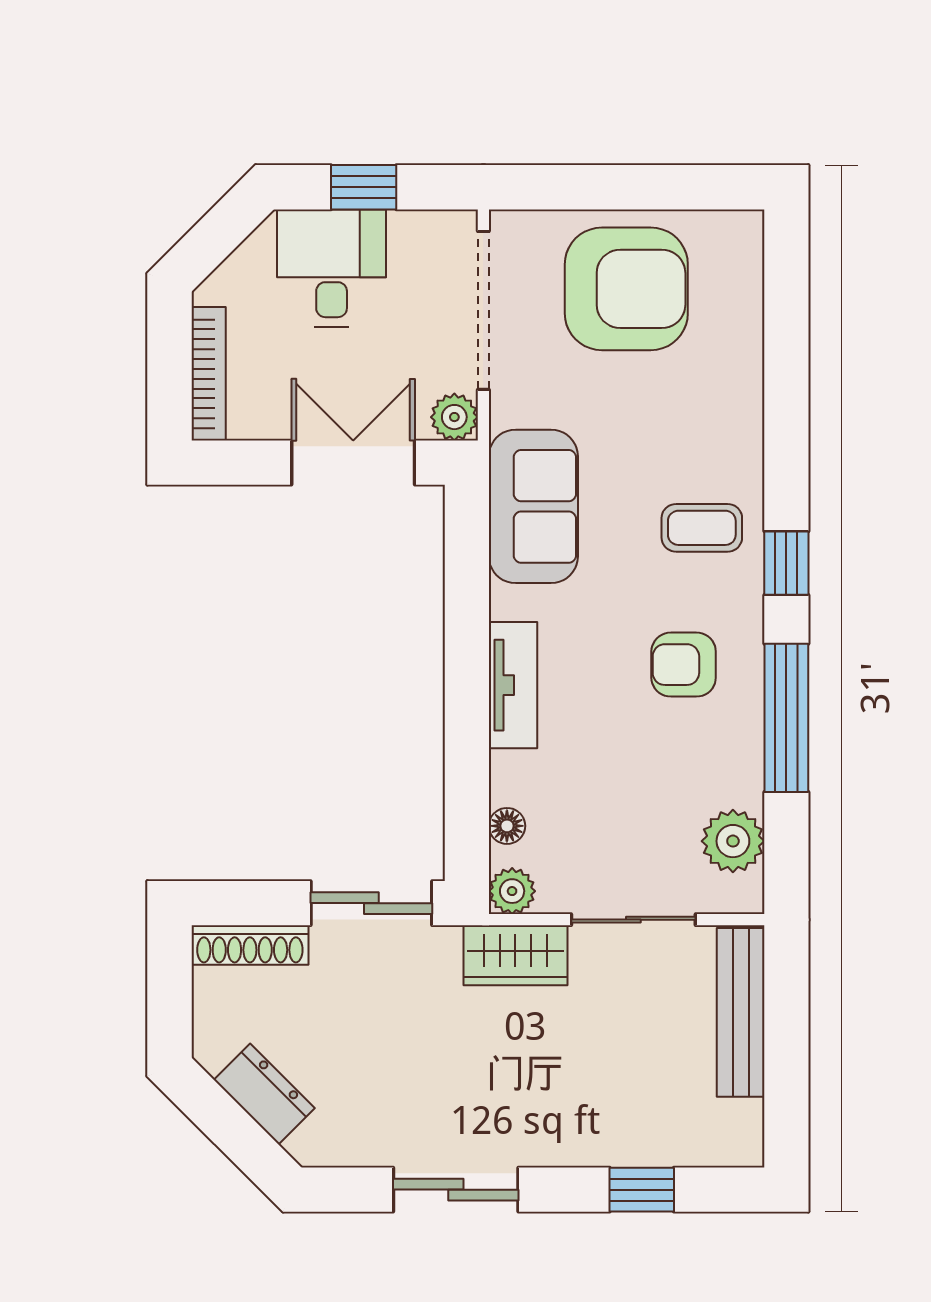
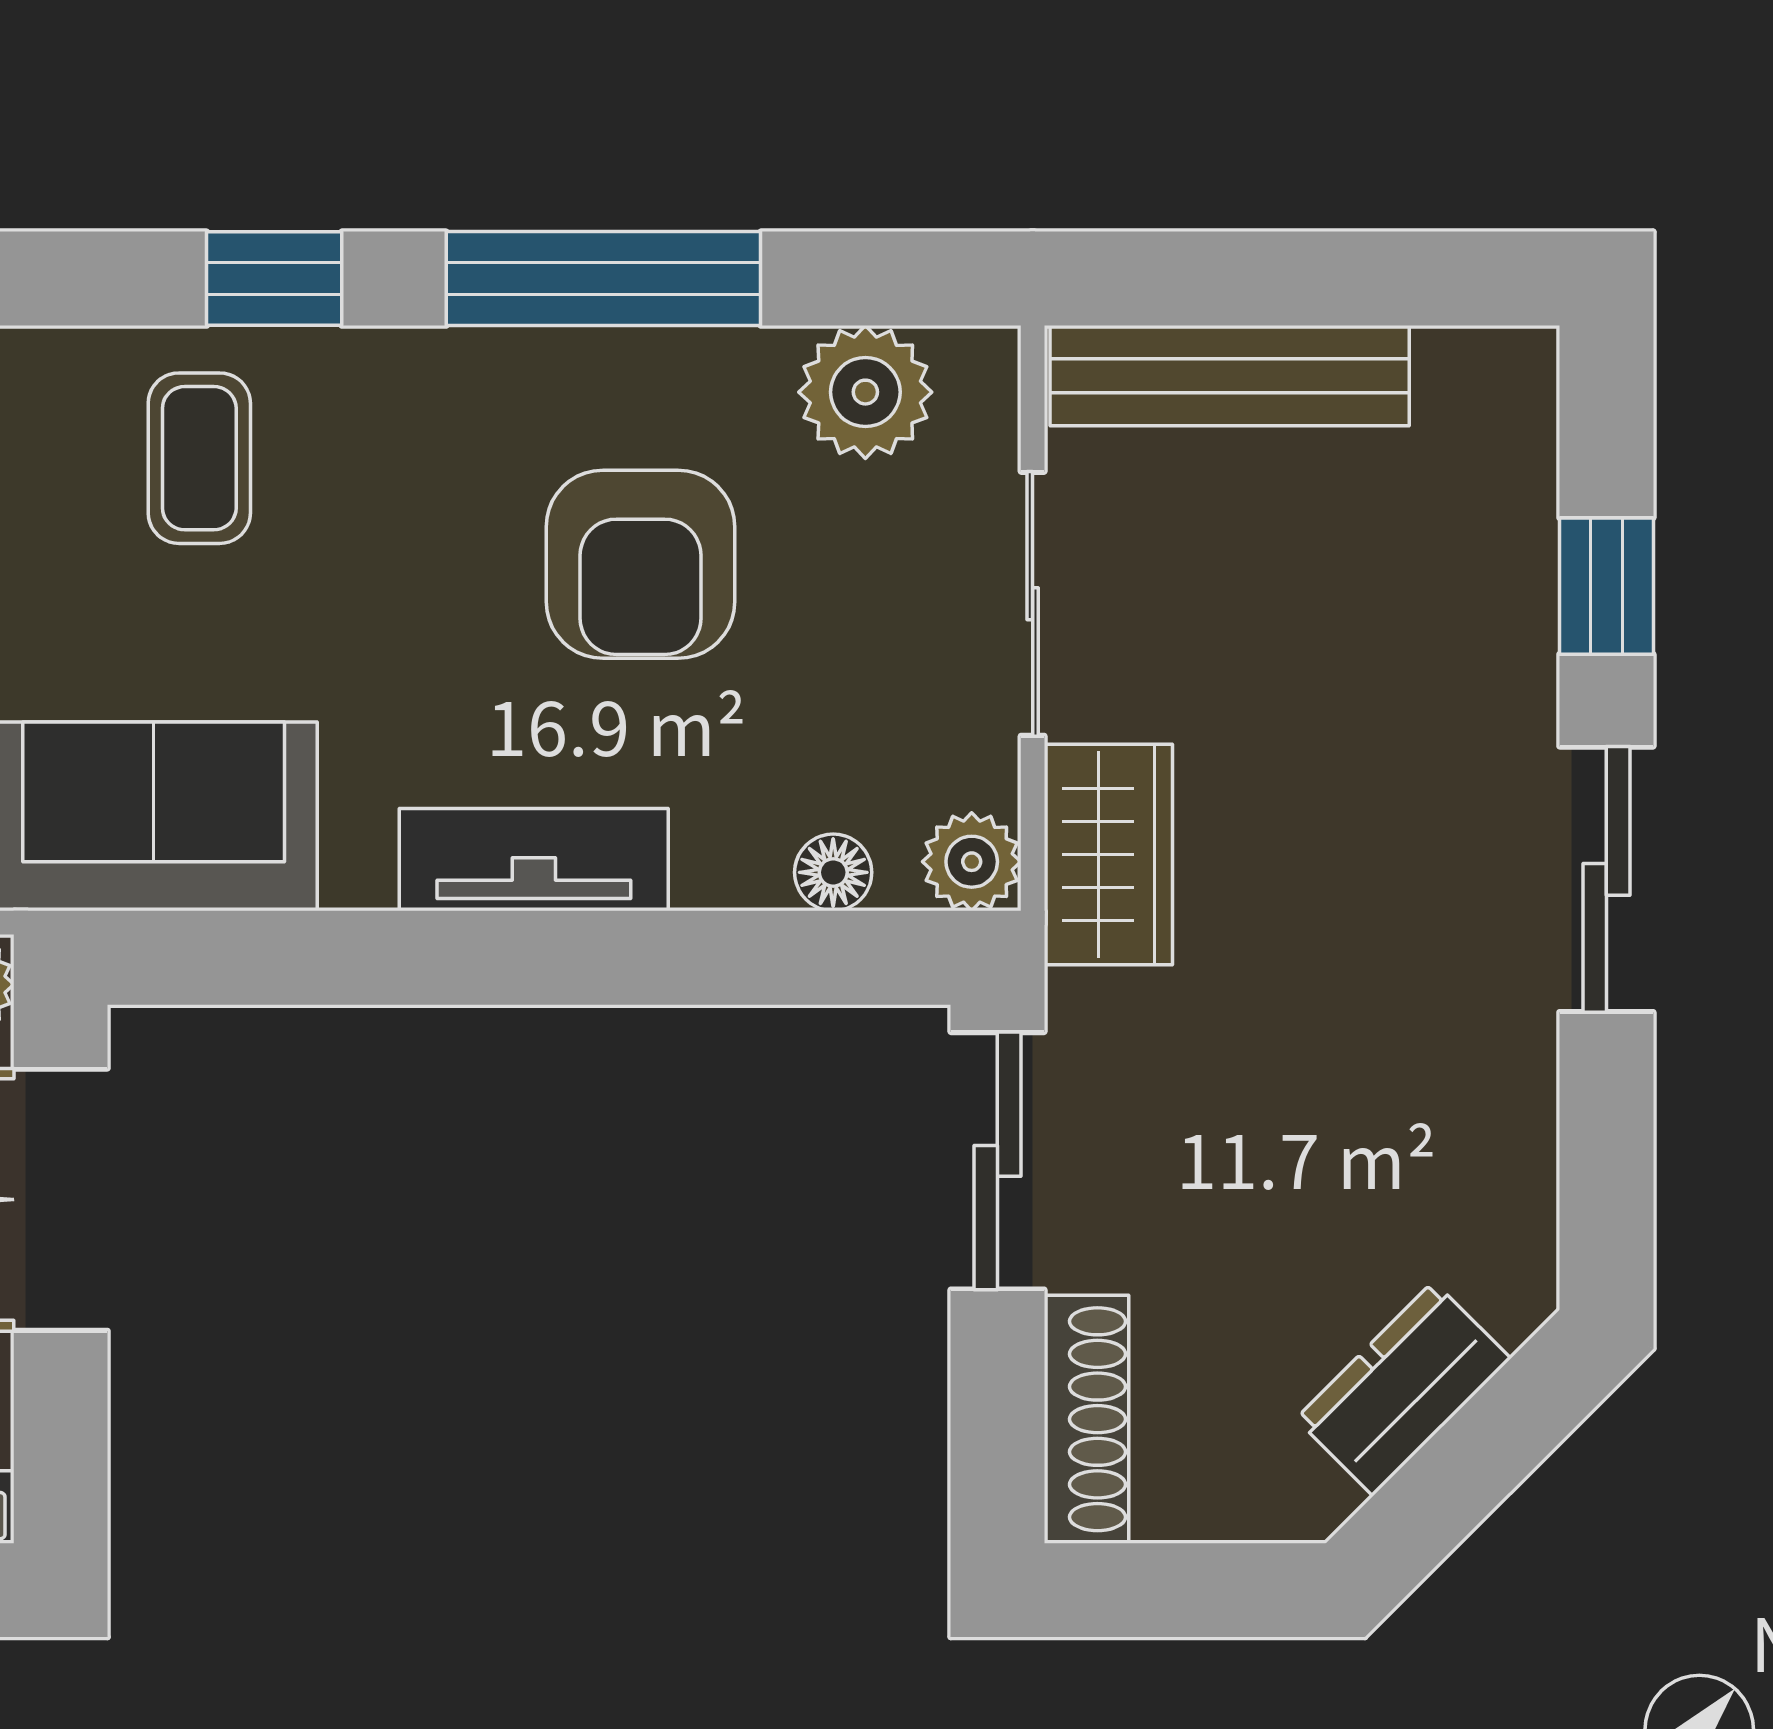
armchair: (684, 665) -> (641, 564), moved, width x1.38, depth x1.38
sliding door: (456, 1190) -> (1606, 879), moved

